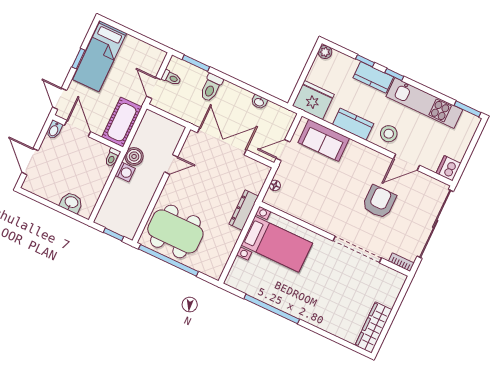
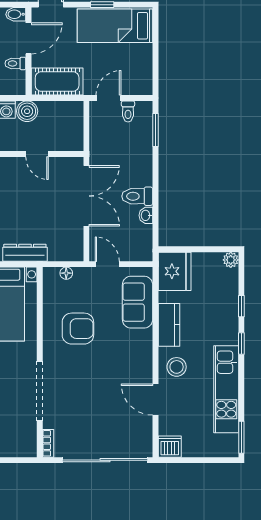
kitchen counter: (373, 77) -> (228, 323), removed
toilet: (211, 88) -> (137, 196), moved
toilet: (112, 157) -> (15, 63), moved
armchair: (379, 202) -> (78, 329), moved

